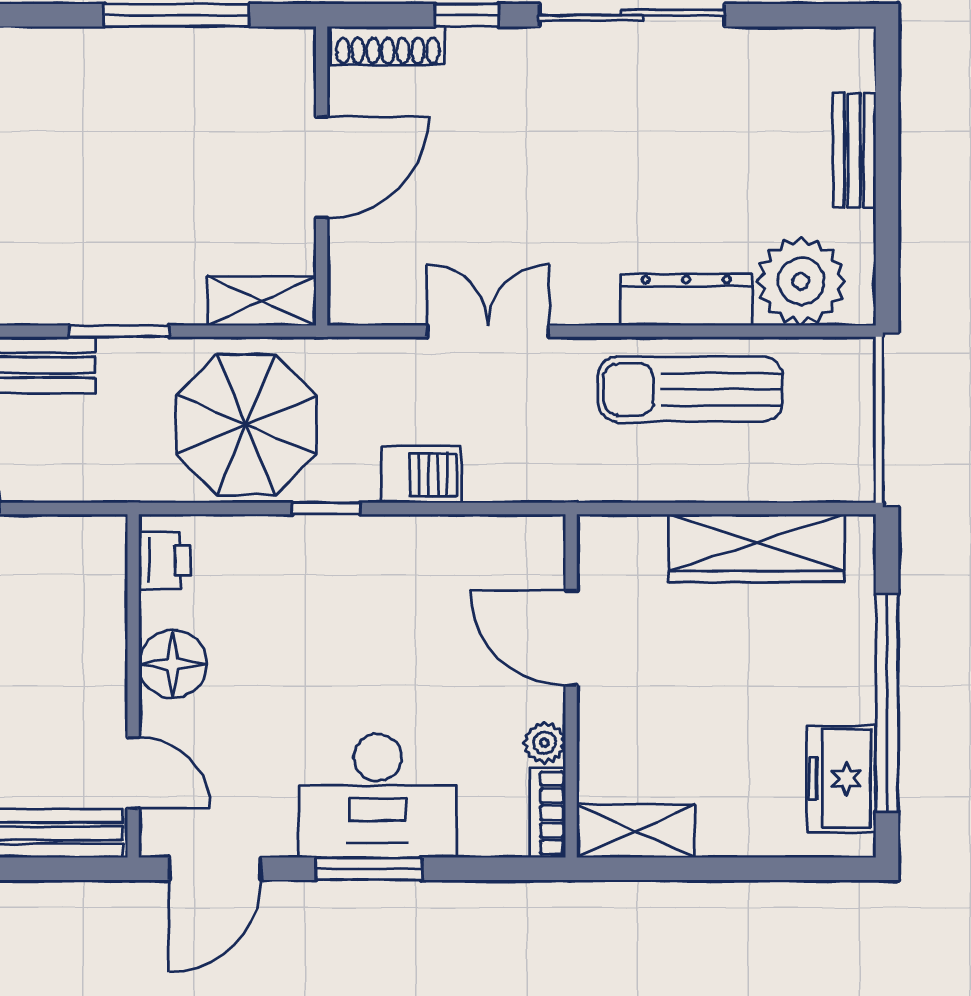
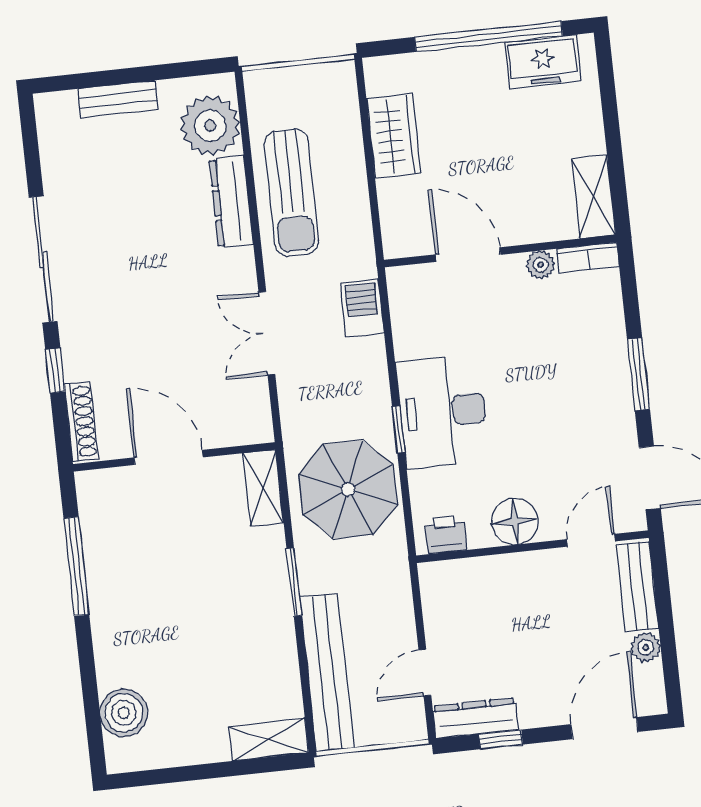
barbecue: (421, 475) -> (362, 308), moved
wardrobe: (757, 548) -> (394, 136), width x0.67
door: (571, 638) -> (468, 255), swing flipped
desk: (378, 796) -> (443, 411), moved, turned 180

